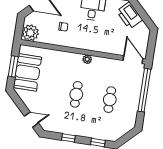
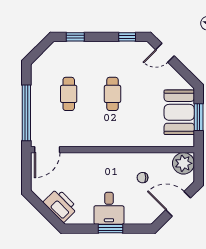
plant: (87, 59) -> (106, 141), removed
door: (133, 60) -> (47, 150), hinge flipped
window: (68, 138) -> (127, 37), moved

